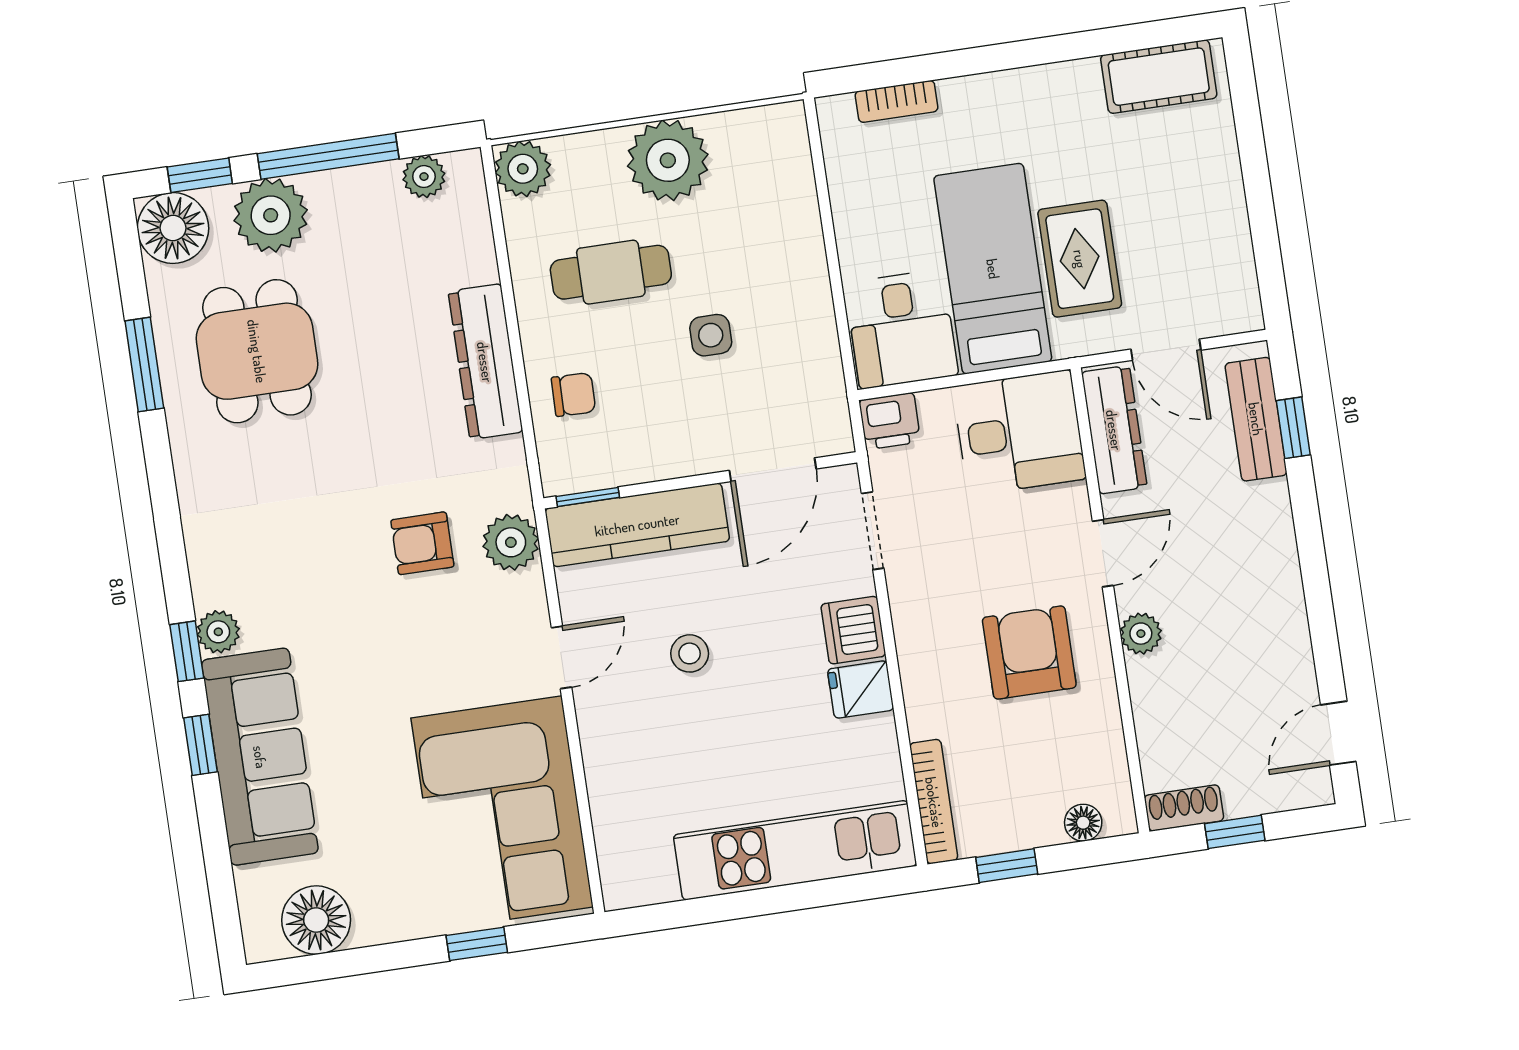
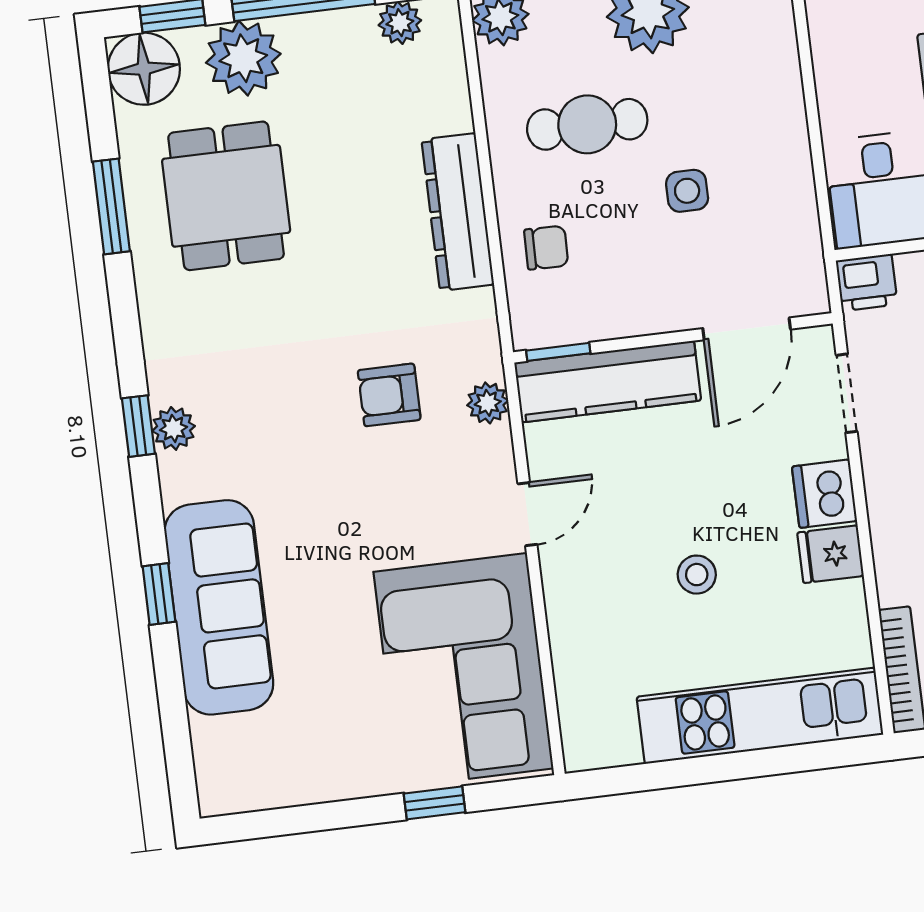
plant: (511, 542) -> (488, 403), width x0.73, depth x0.73
plant: (218, 632) -> (174, 428), moved
window: (187, 651) -> (138, 426), moved
stool: (690, 653) -> (697, 575), moved
floor lamp: (316, 920) -> (272, 775), removed

